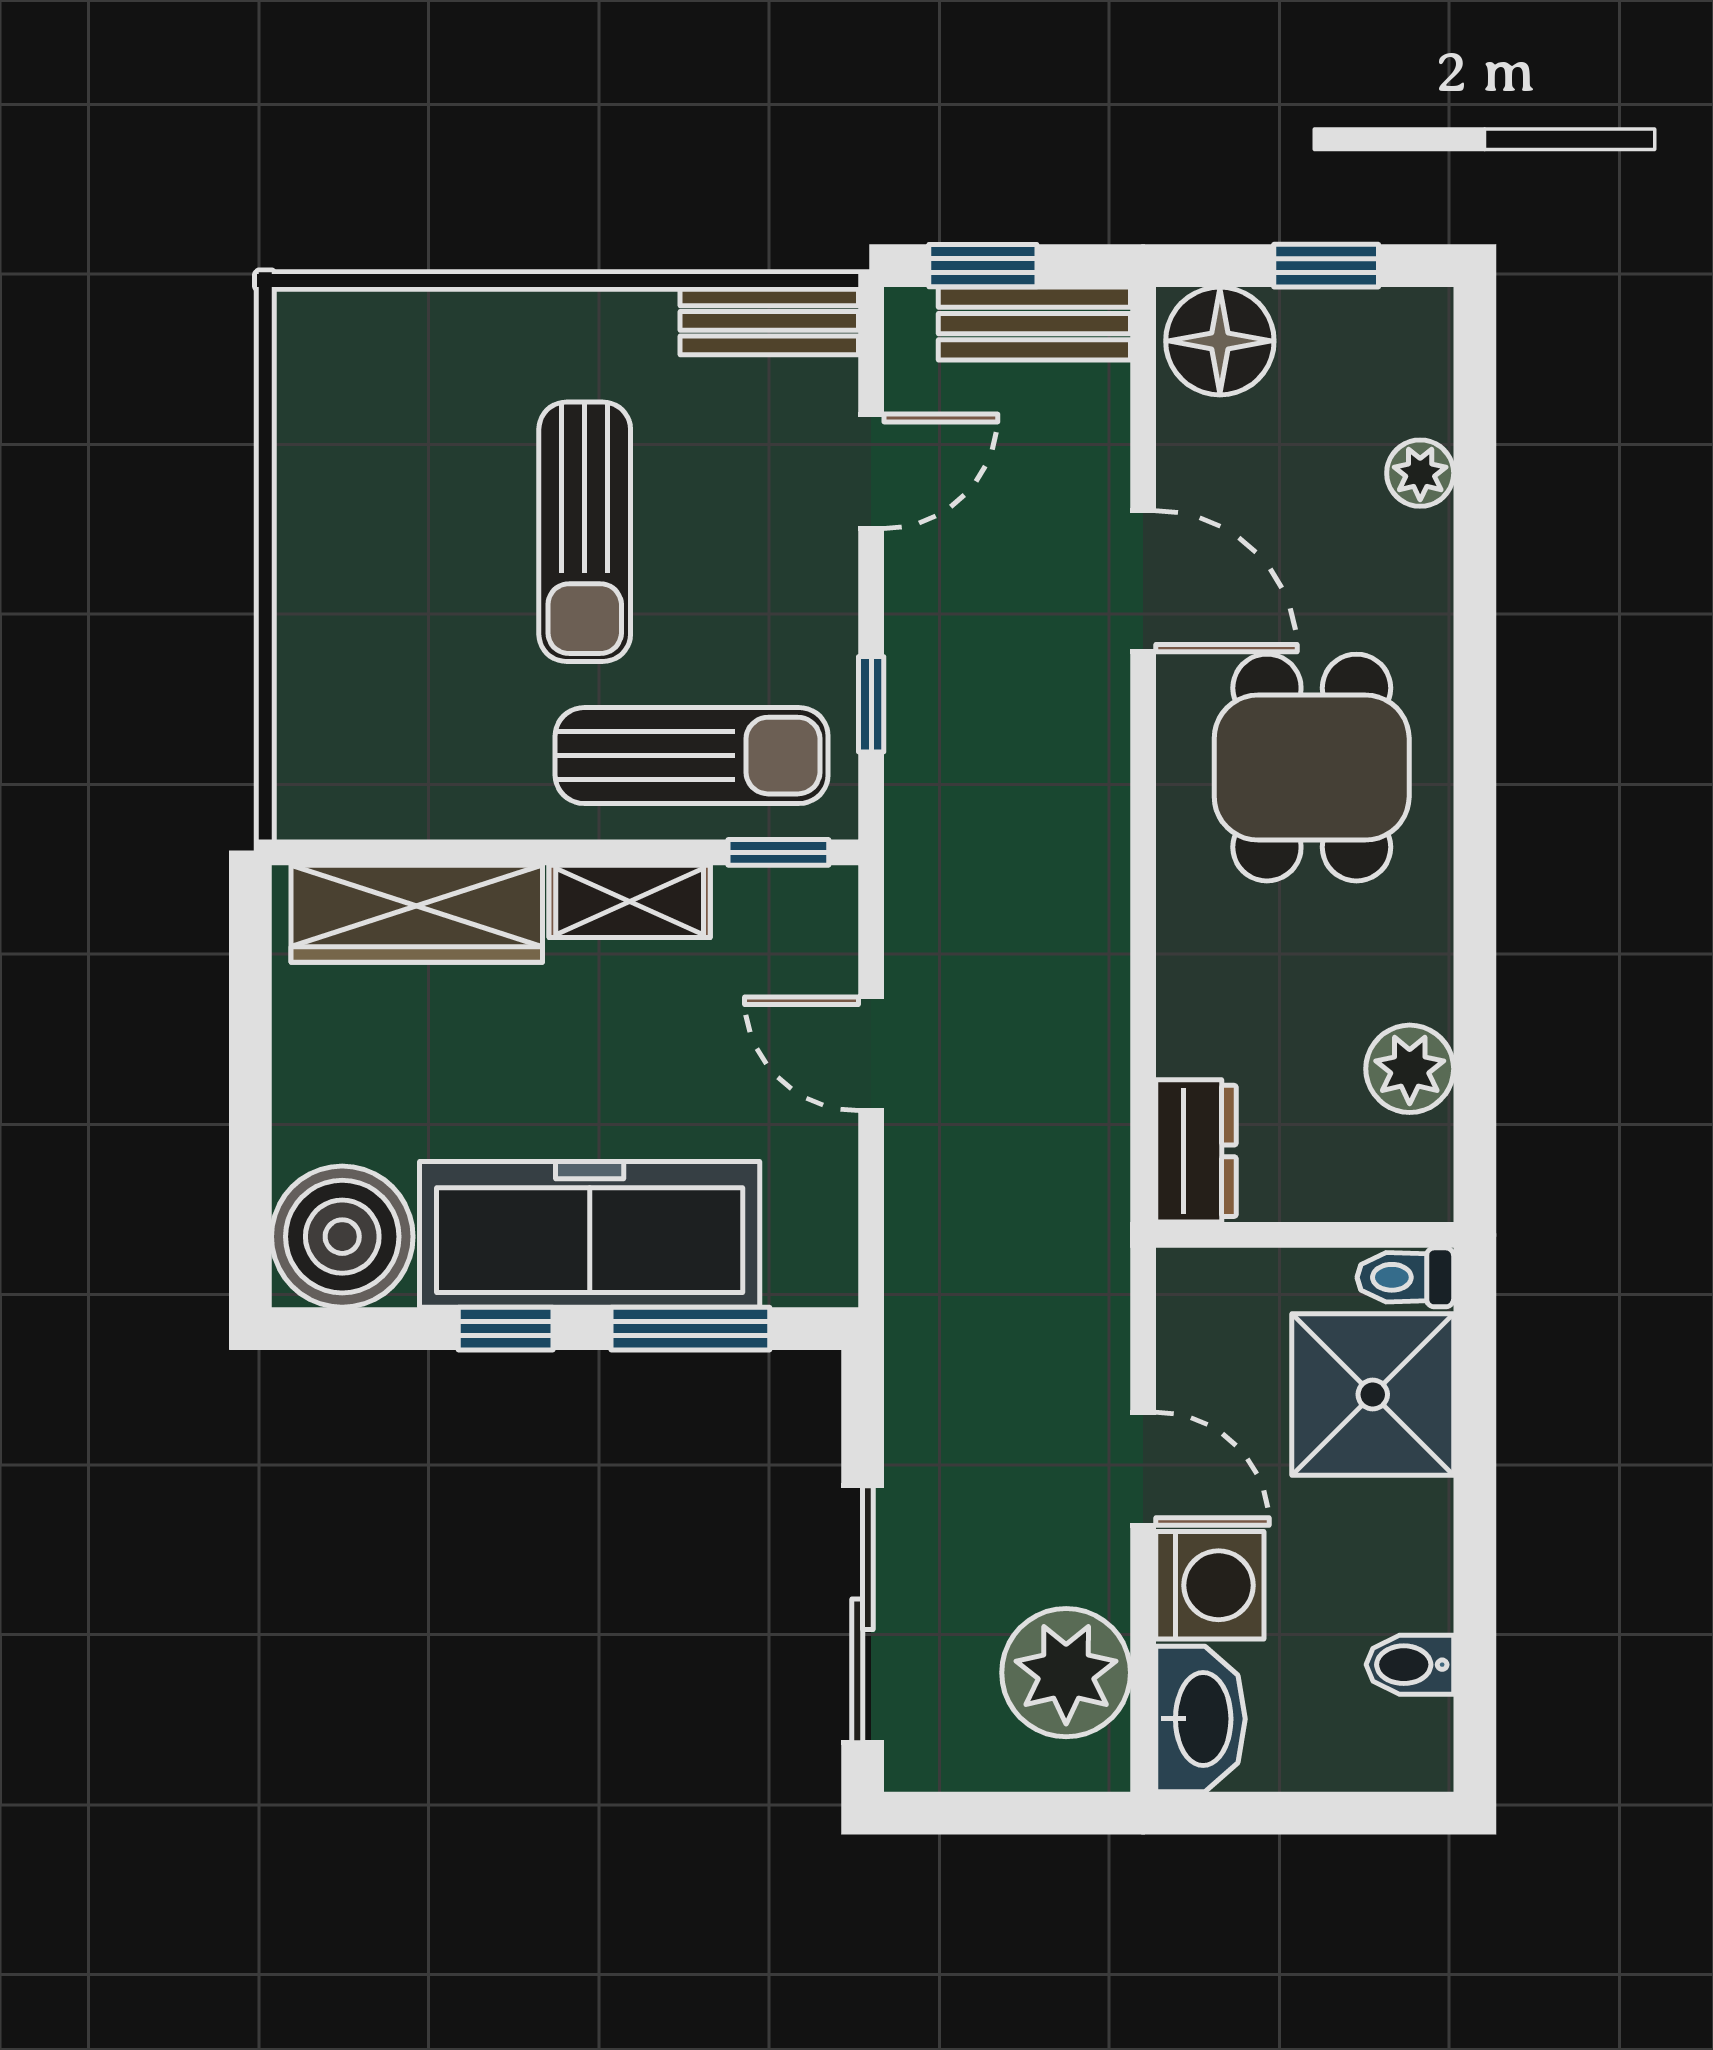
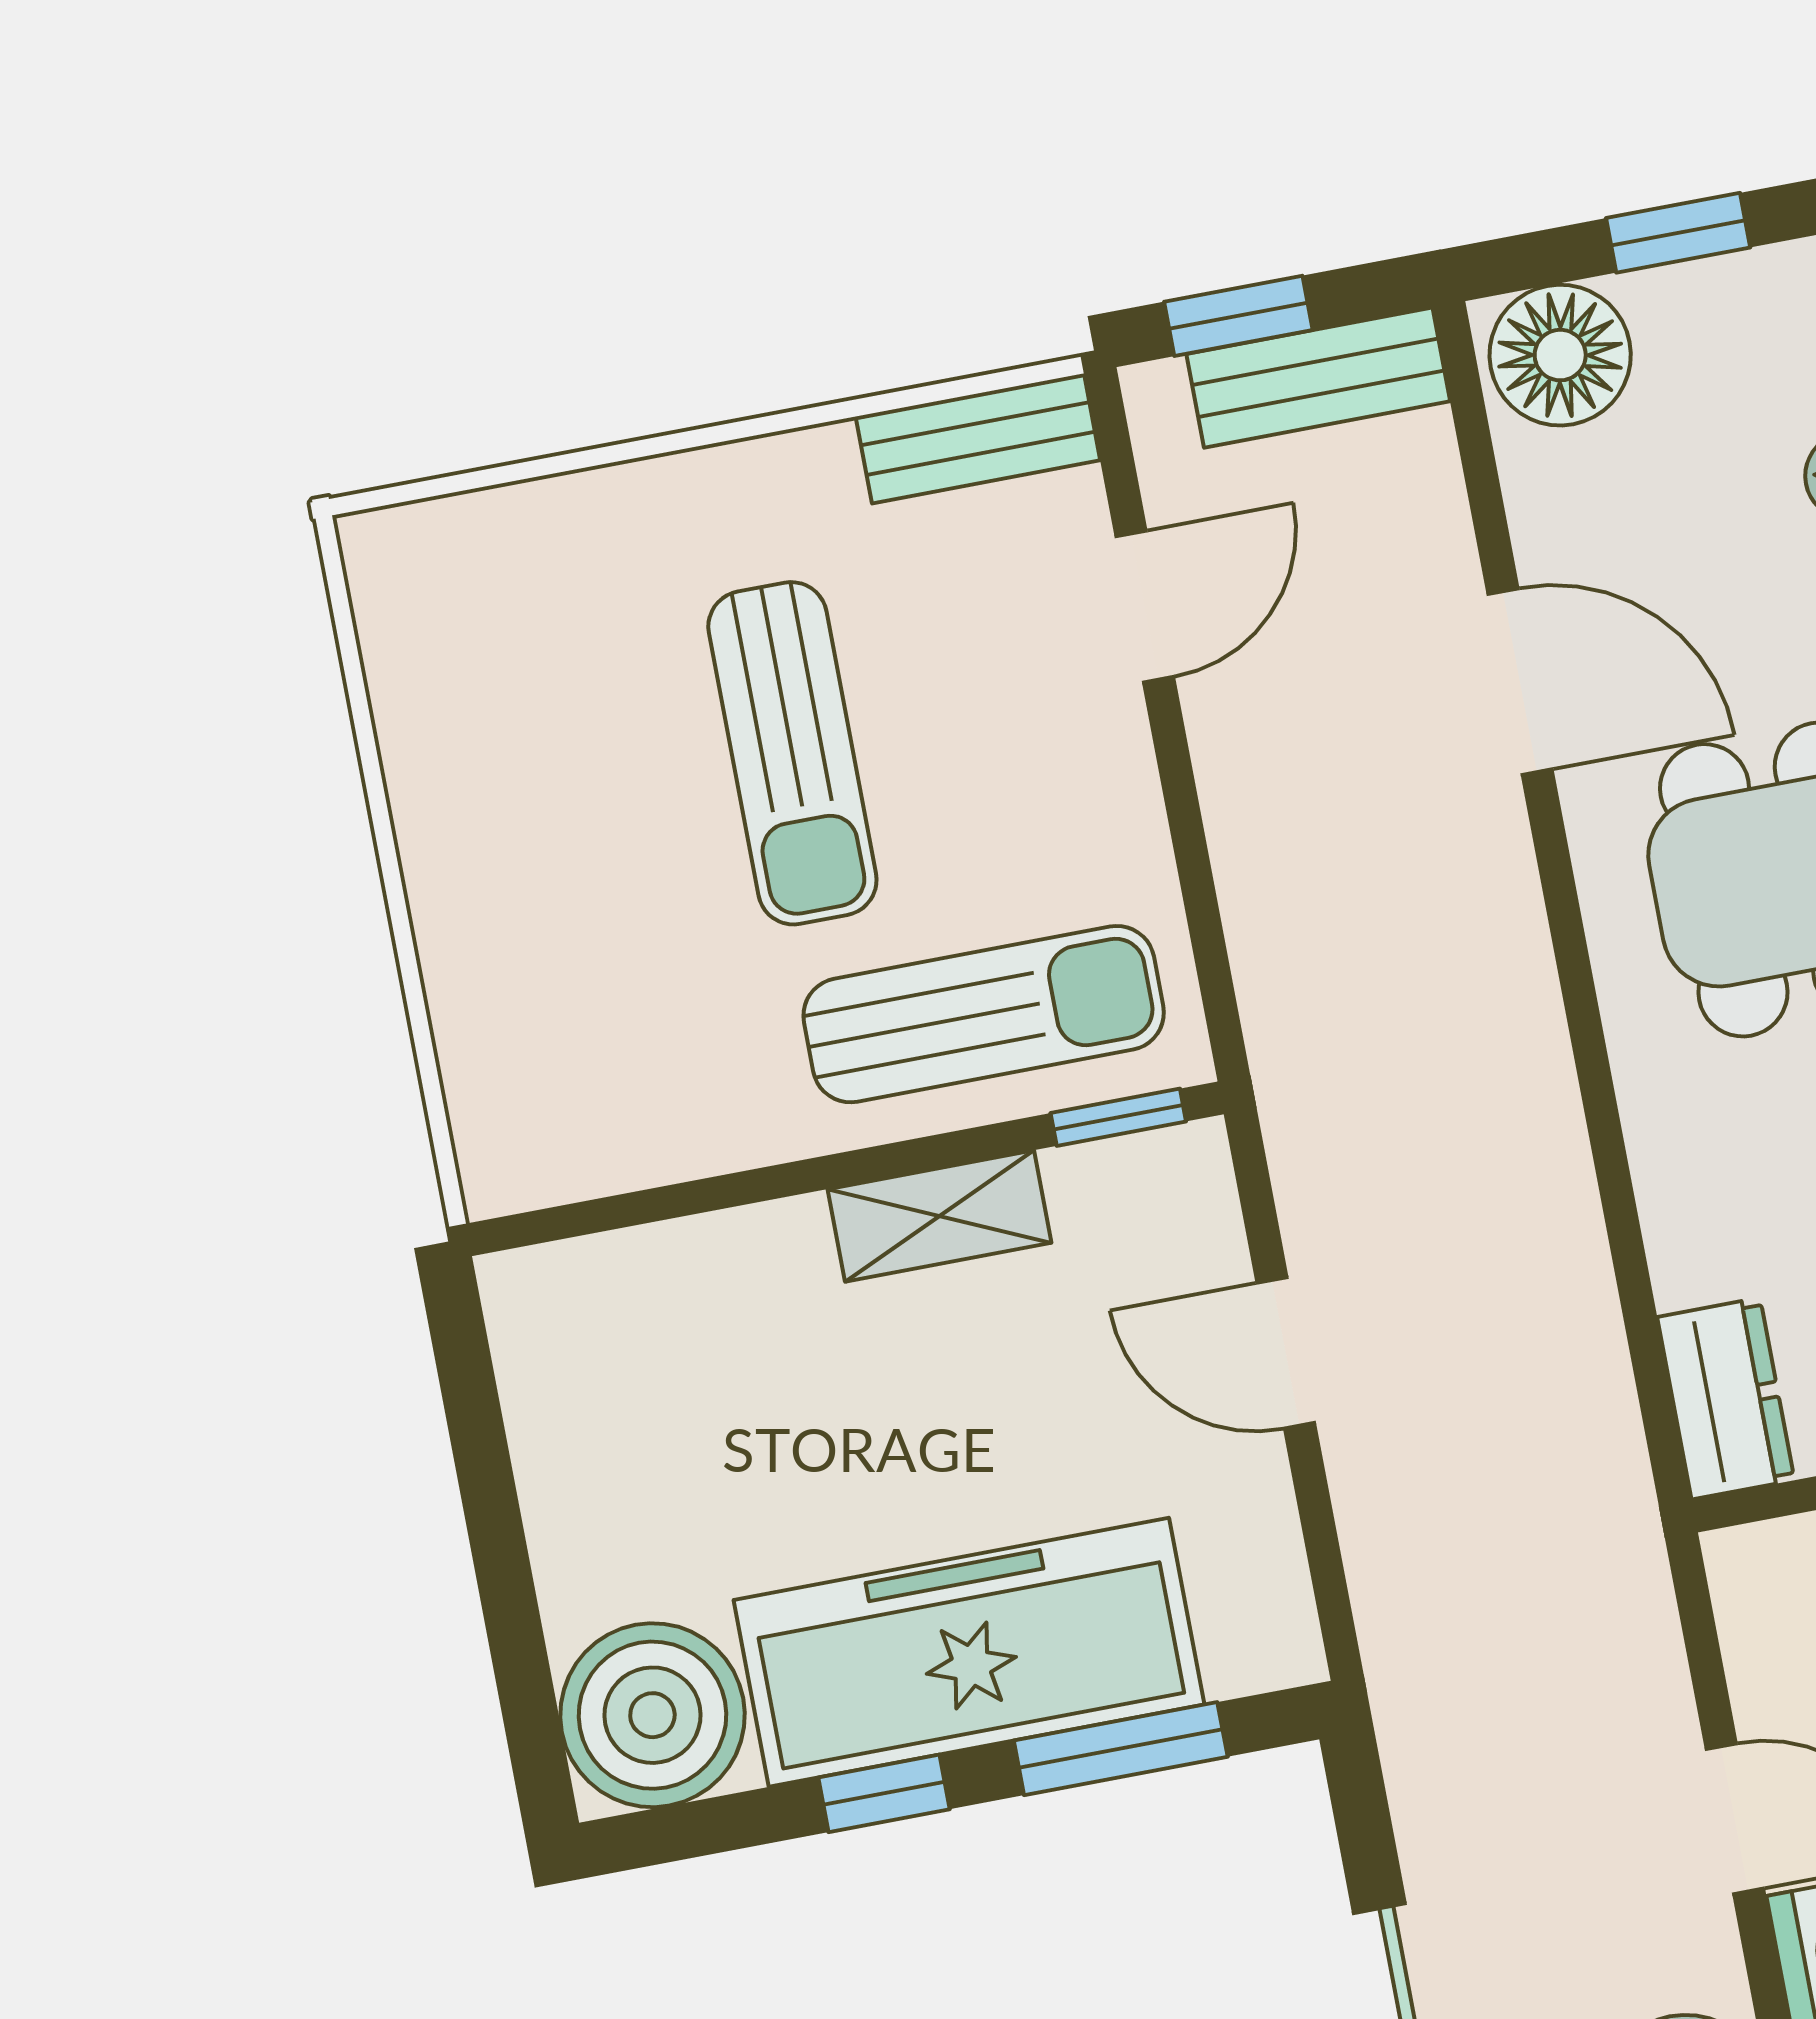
window: (871, 704) -> (1201, 905), removed
wardrobe: (417, 914) -> (670, 1283), removed

